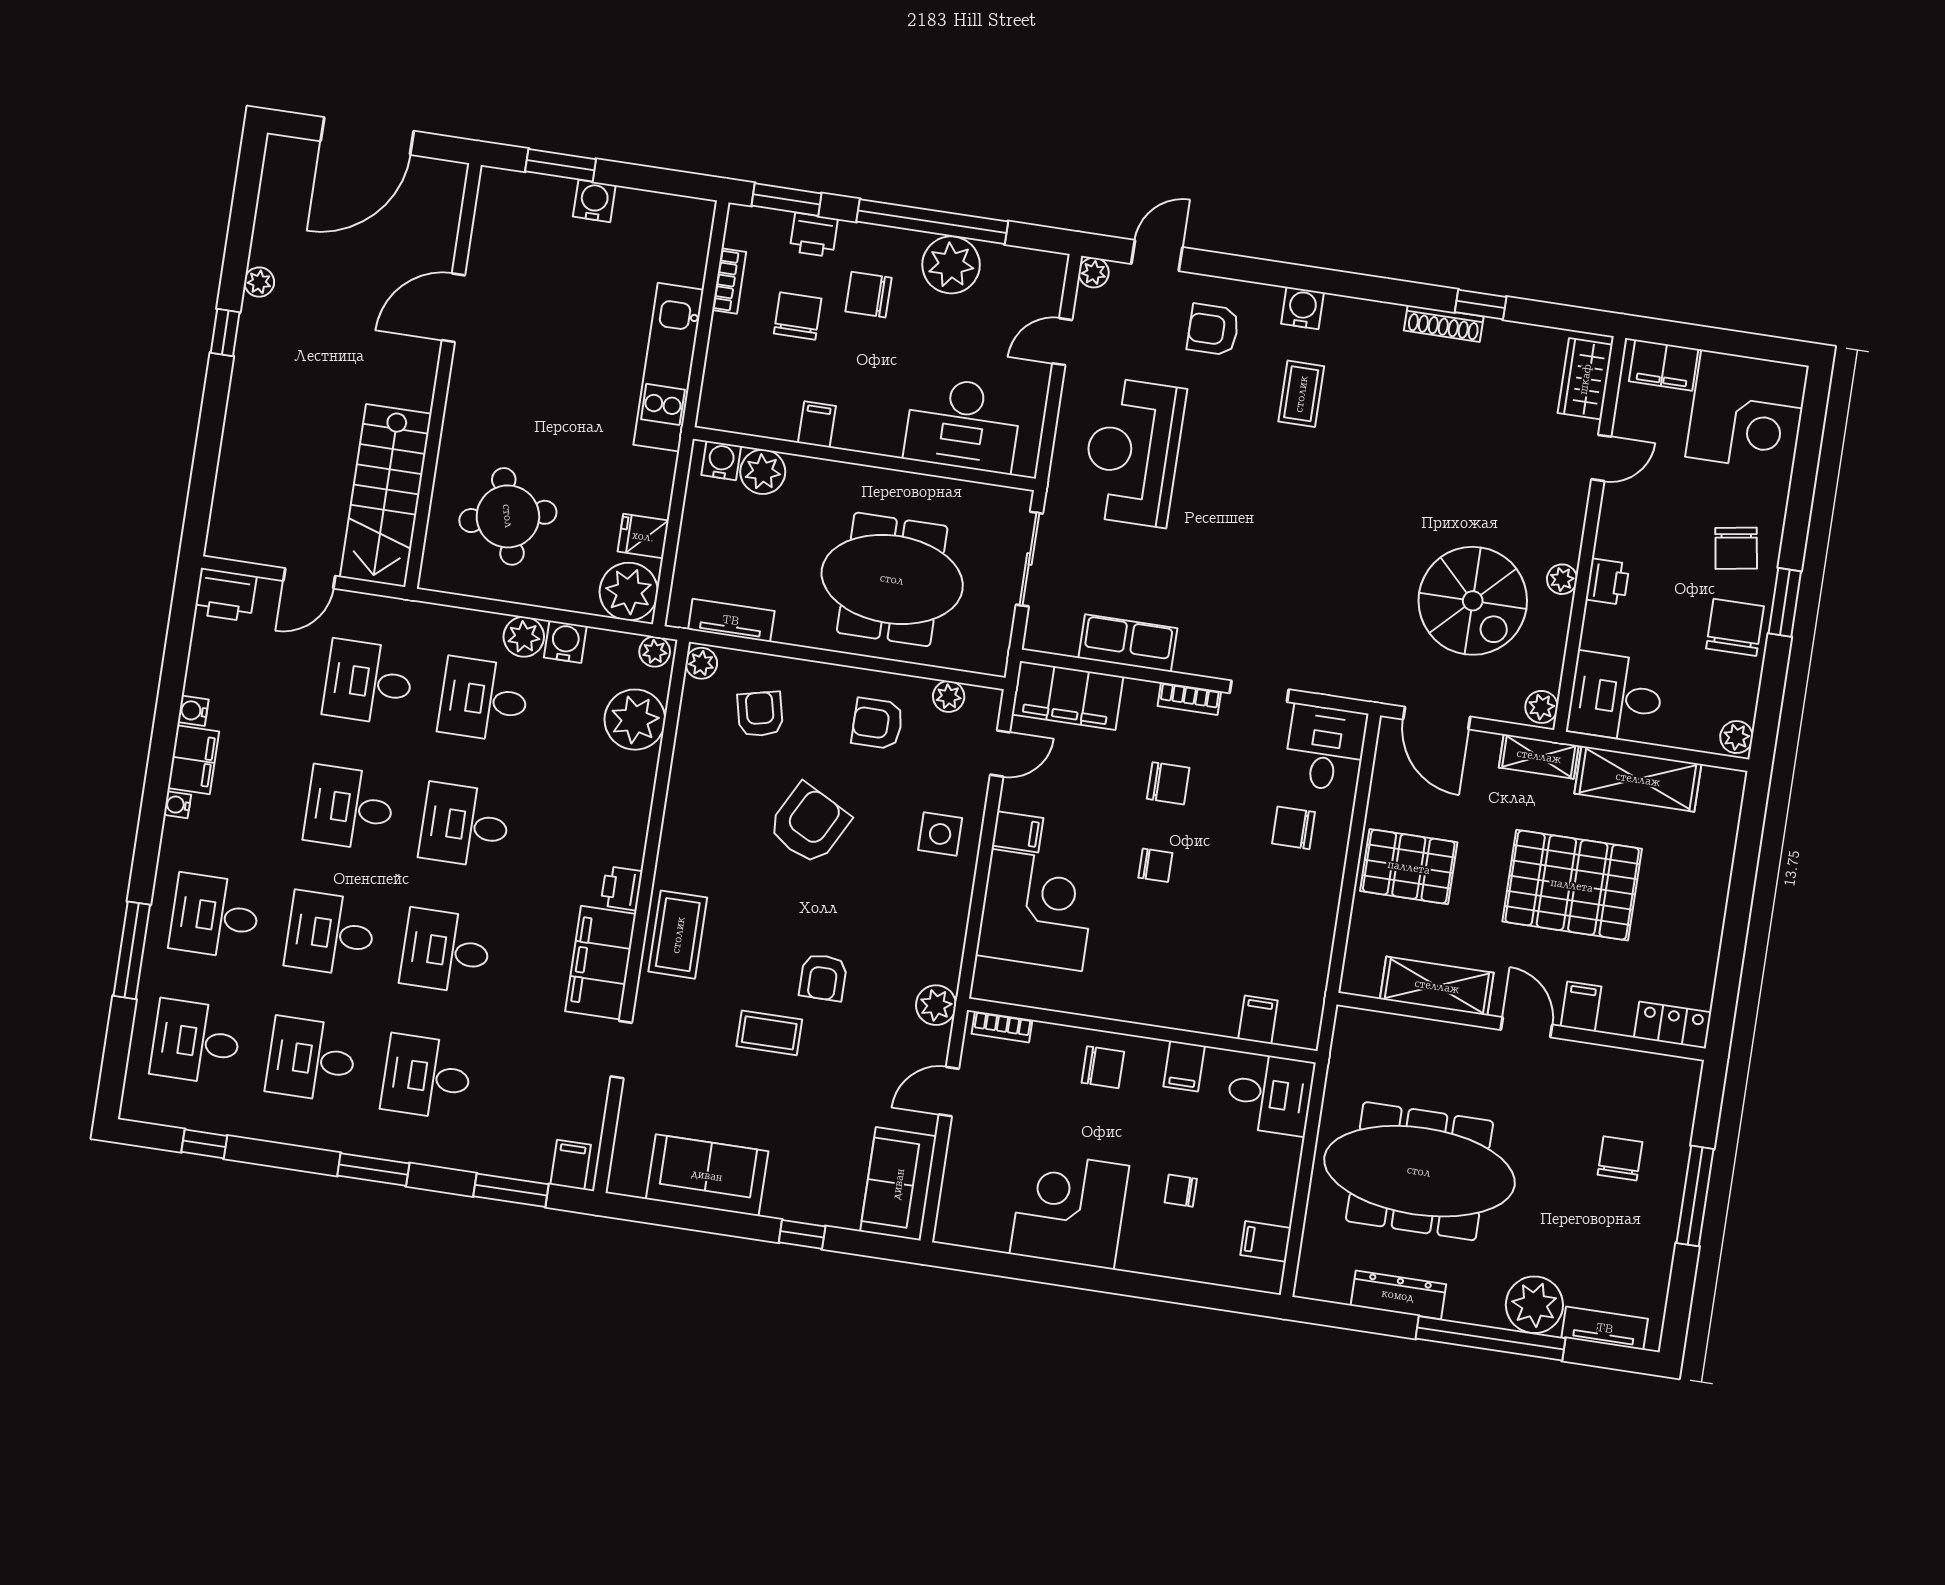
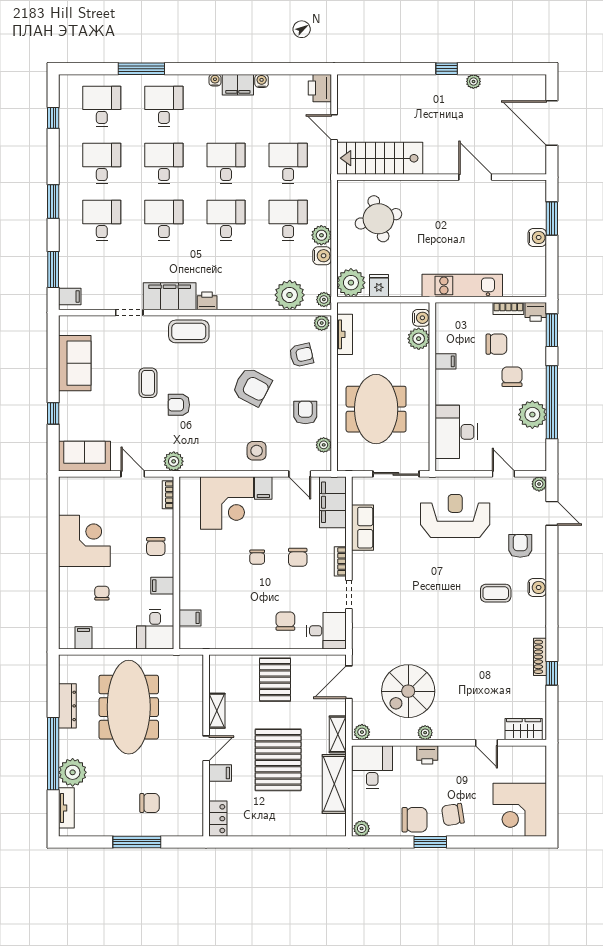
printer: (814, 235) -> (536, 312), moved, turned -90
filing cabinet: (1664, 365) -> (536, 766), removed
shelving: (1437, 986) -> (217, 711), width x0.67, depth x0.75

